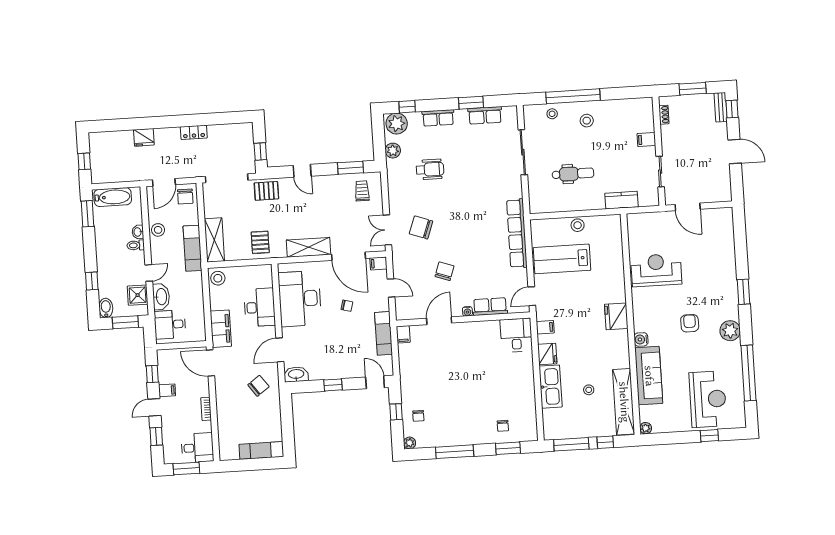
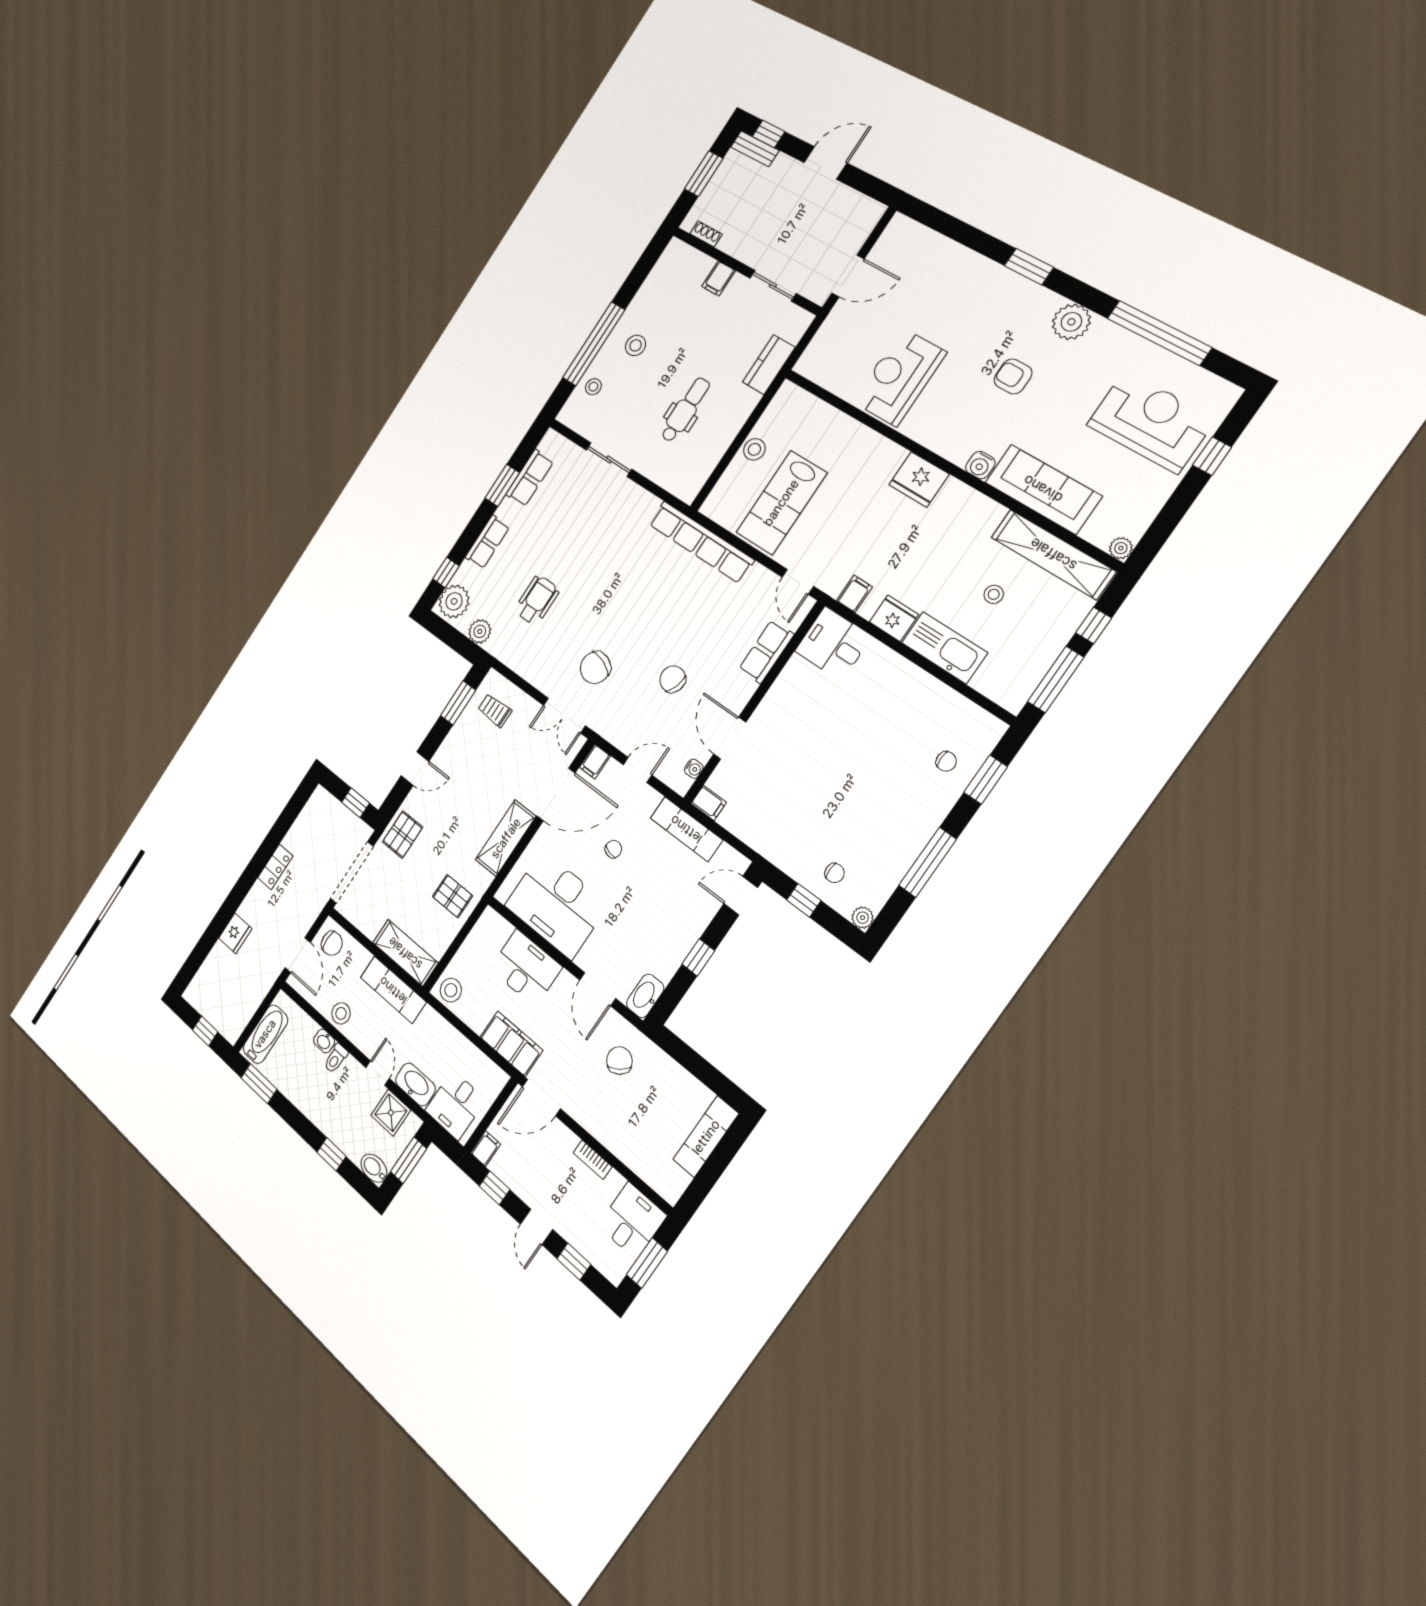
sliding door: (523, 152) -> (609, 460), width x0.73
water cooler: (467, 311) -> (694, 769), moved
filing cabinet: (167, 390) -> (486, 1149), moved

